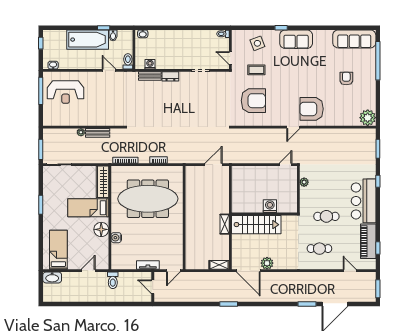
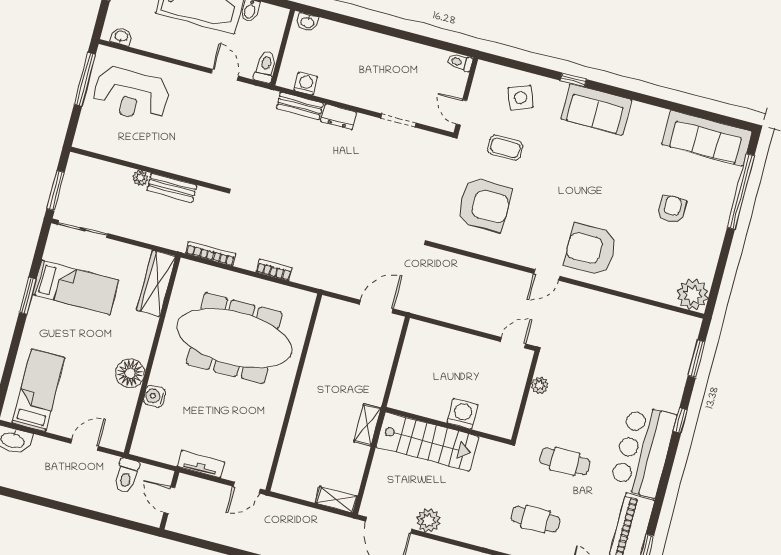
bed: (88, 208) -> (76, 287), moved, turned 180
door: (153, 287) -> (169, 500), moved
wall: (153, 287) -> (169, 500), moved

